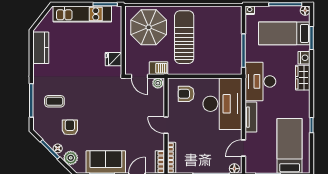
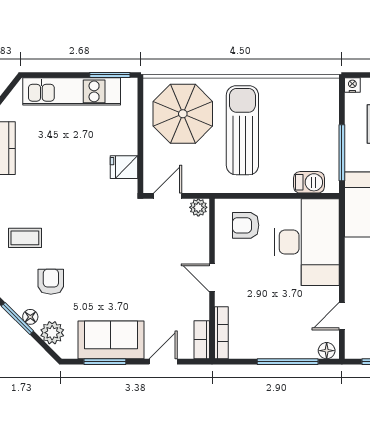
barbecue: (159, 68) -> (309, 182), moved
door: (140, 76) -> (168, 196), swing flipped
tv unit: (251, 117) -> (354, 264), removed

